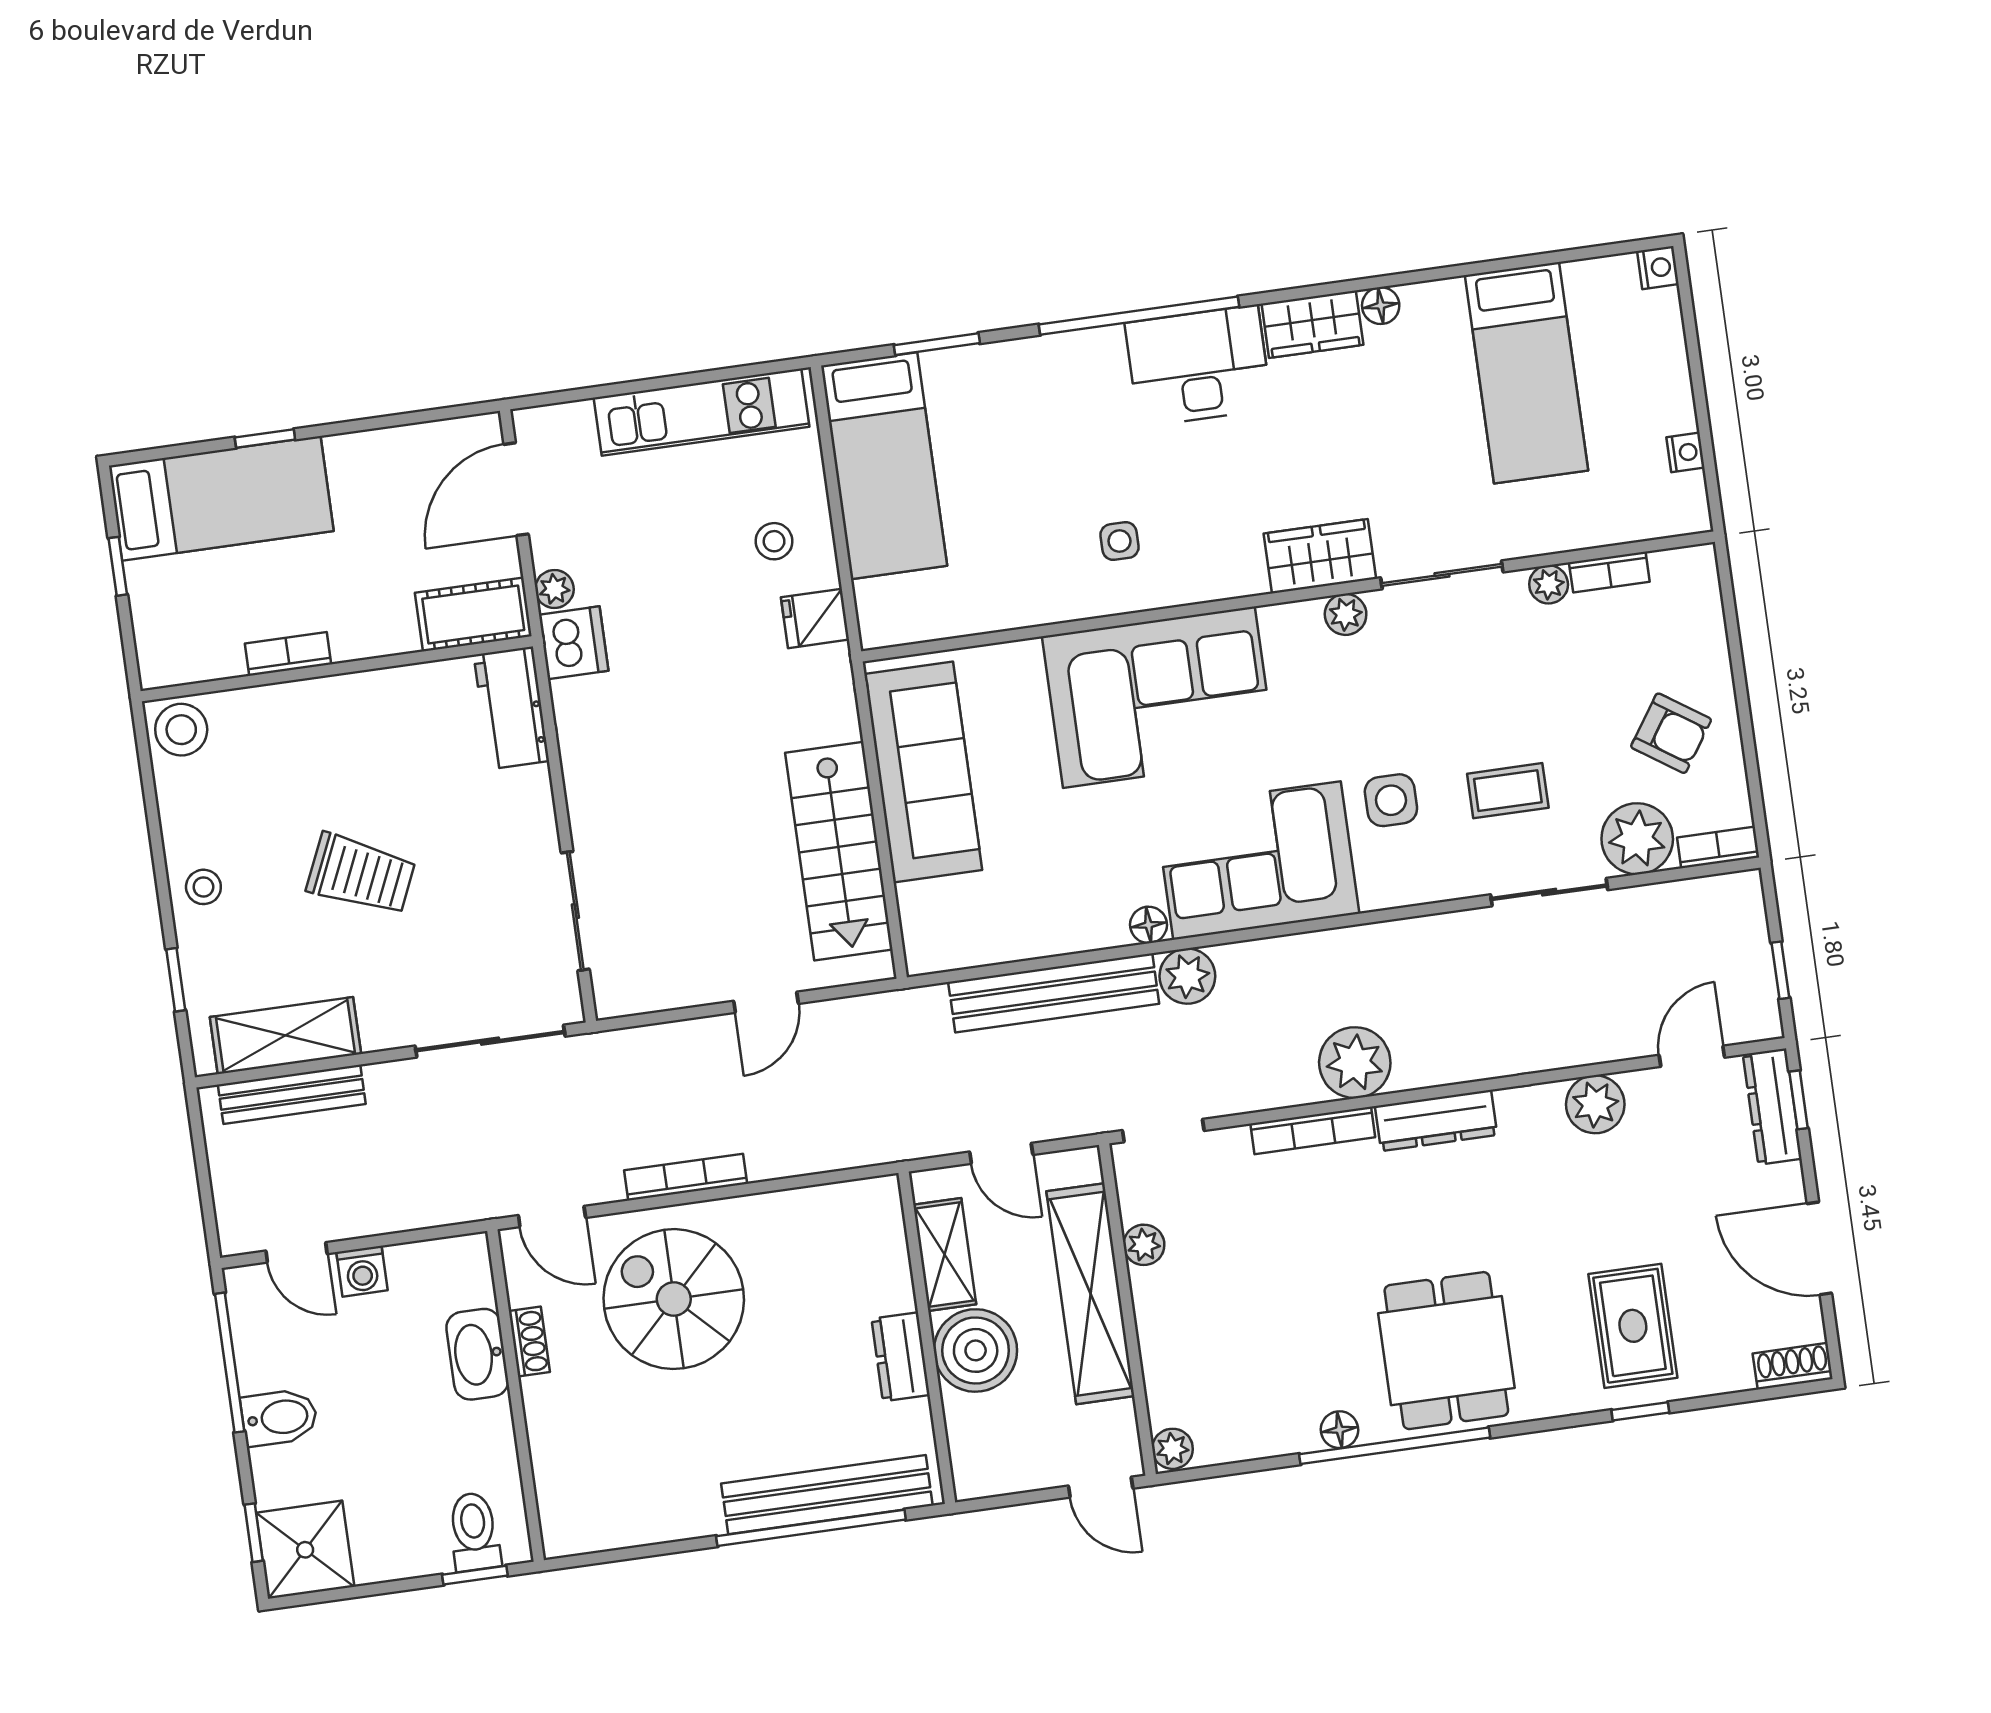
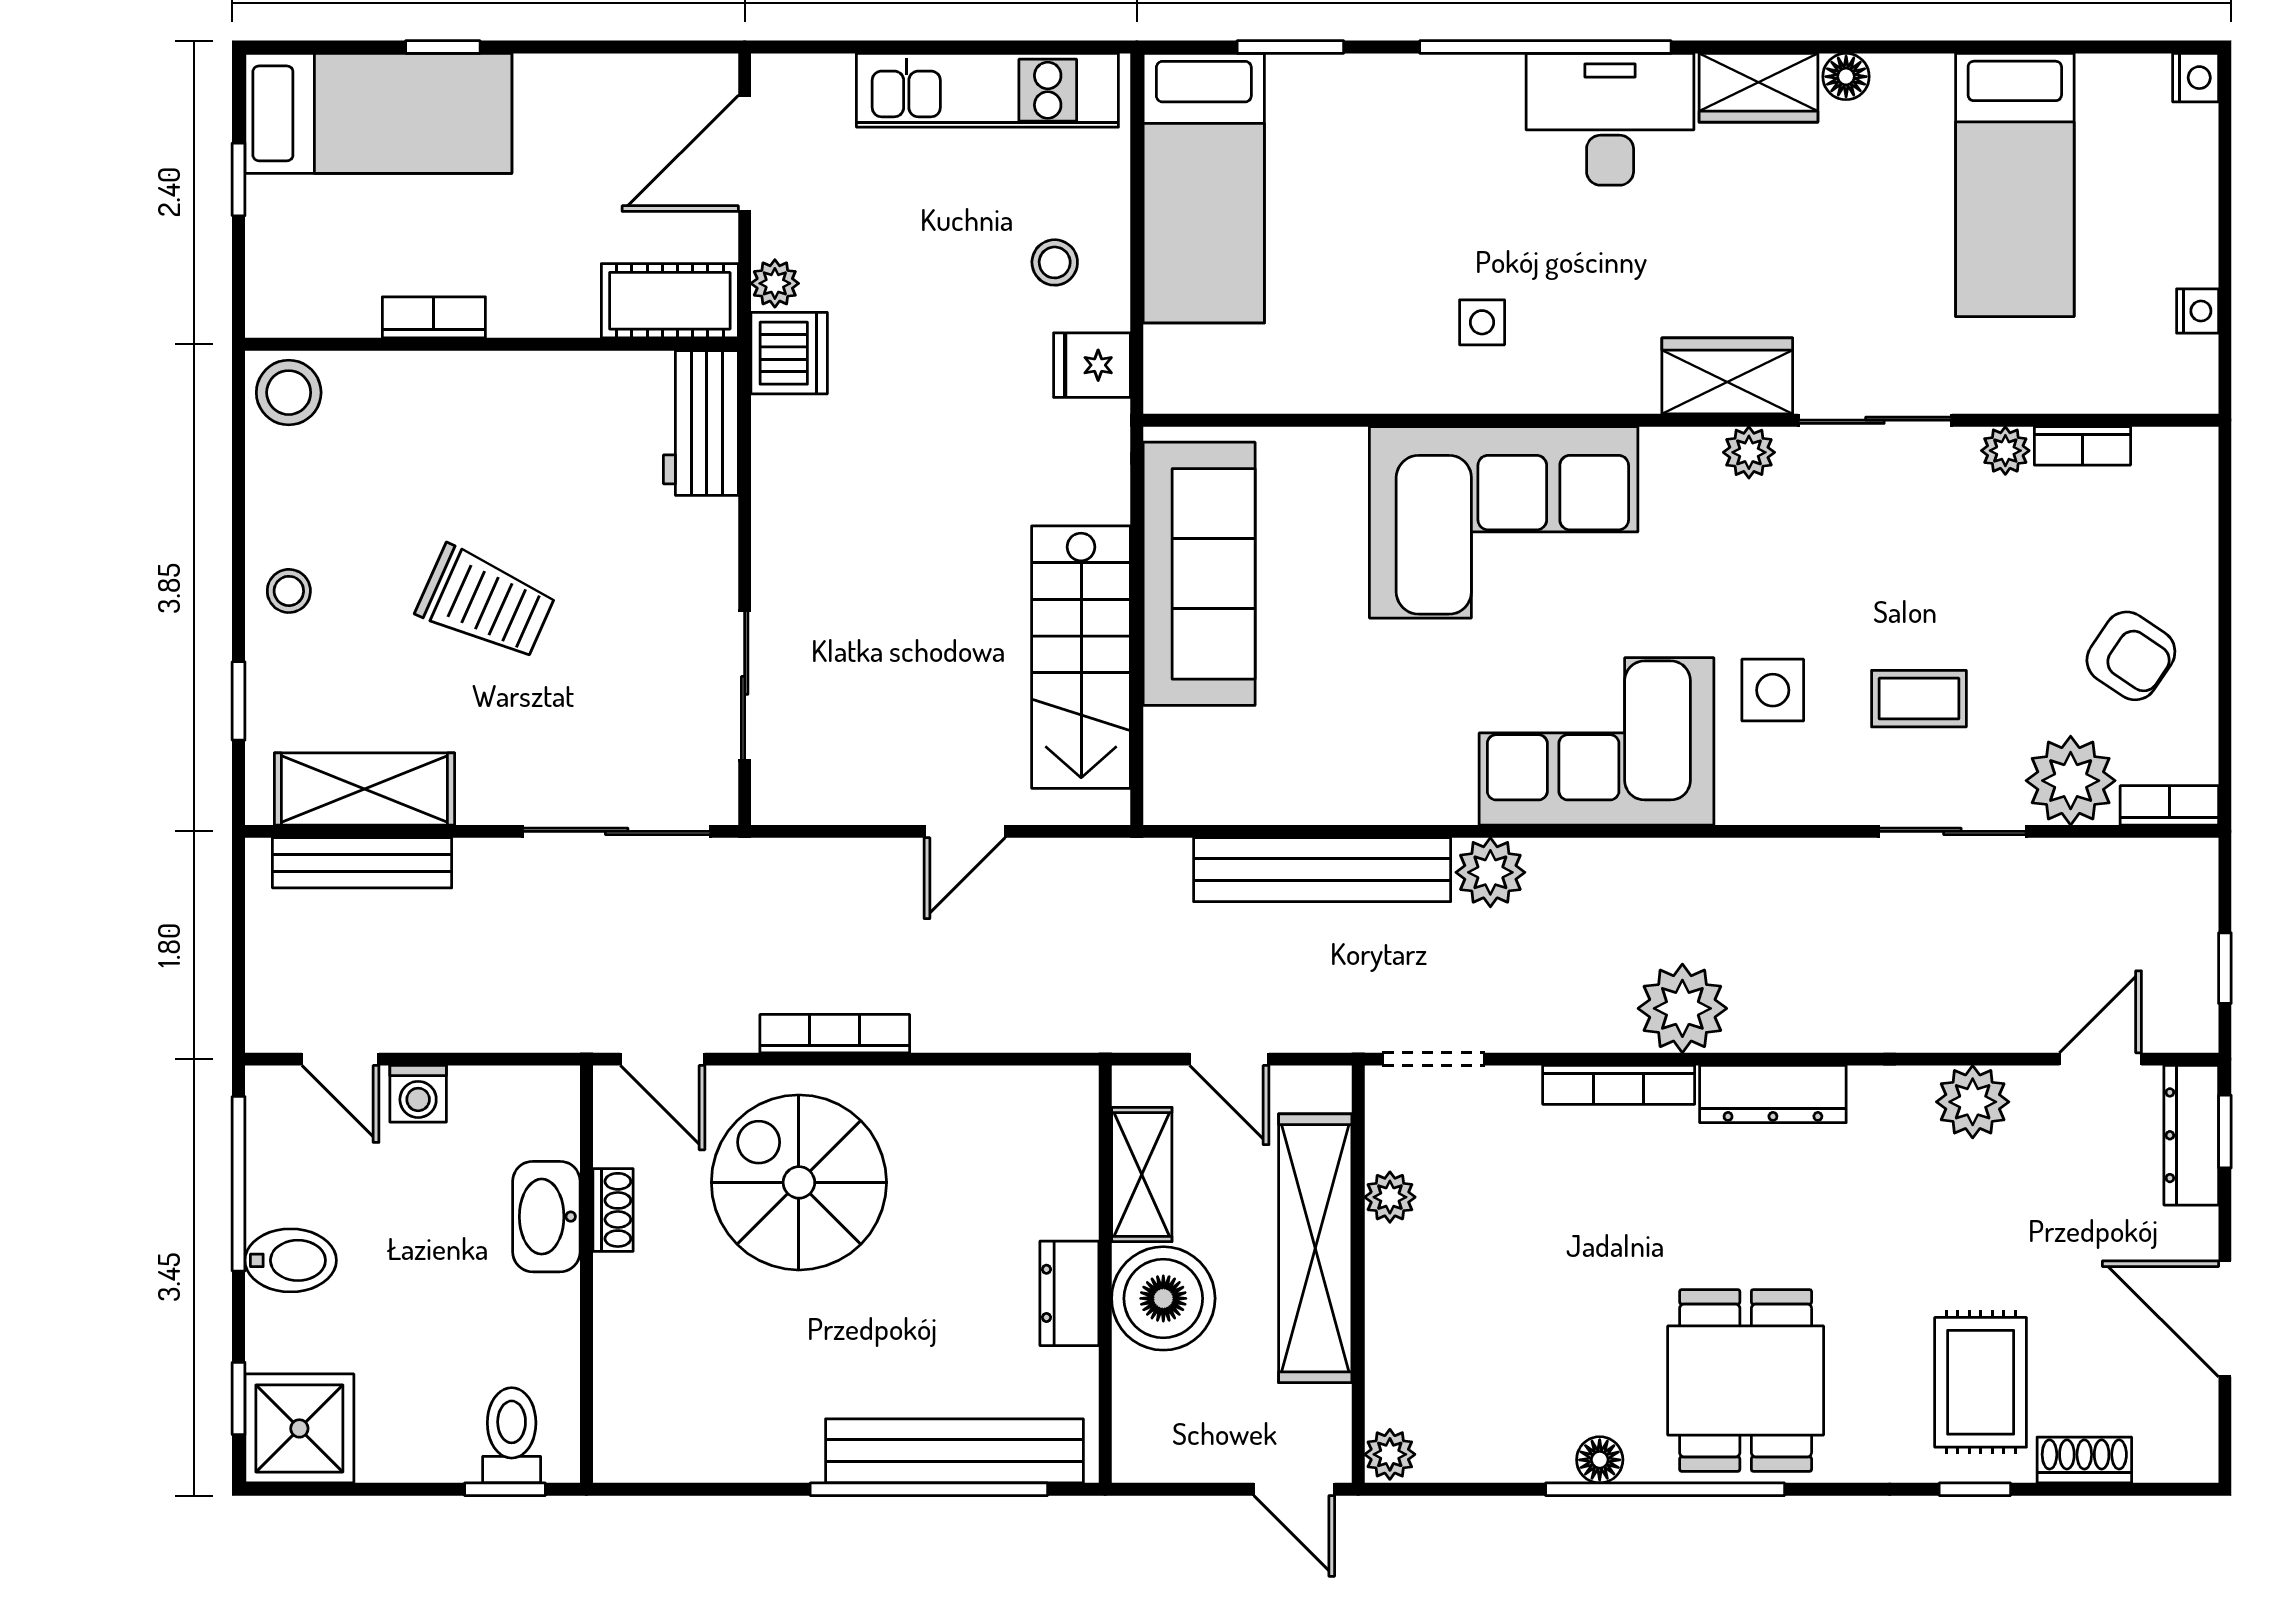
floor lamp: (1149, 925) -> (1451, 802), removed
shoe rack: (1793, 1366) -> (2084, 1460), moved

